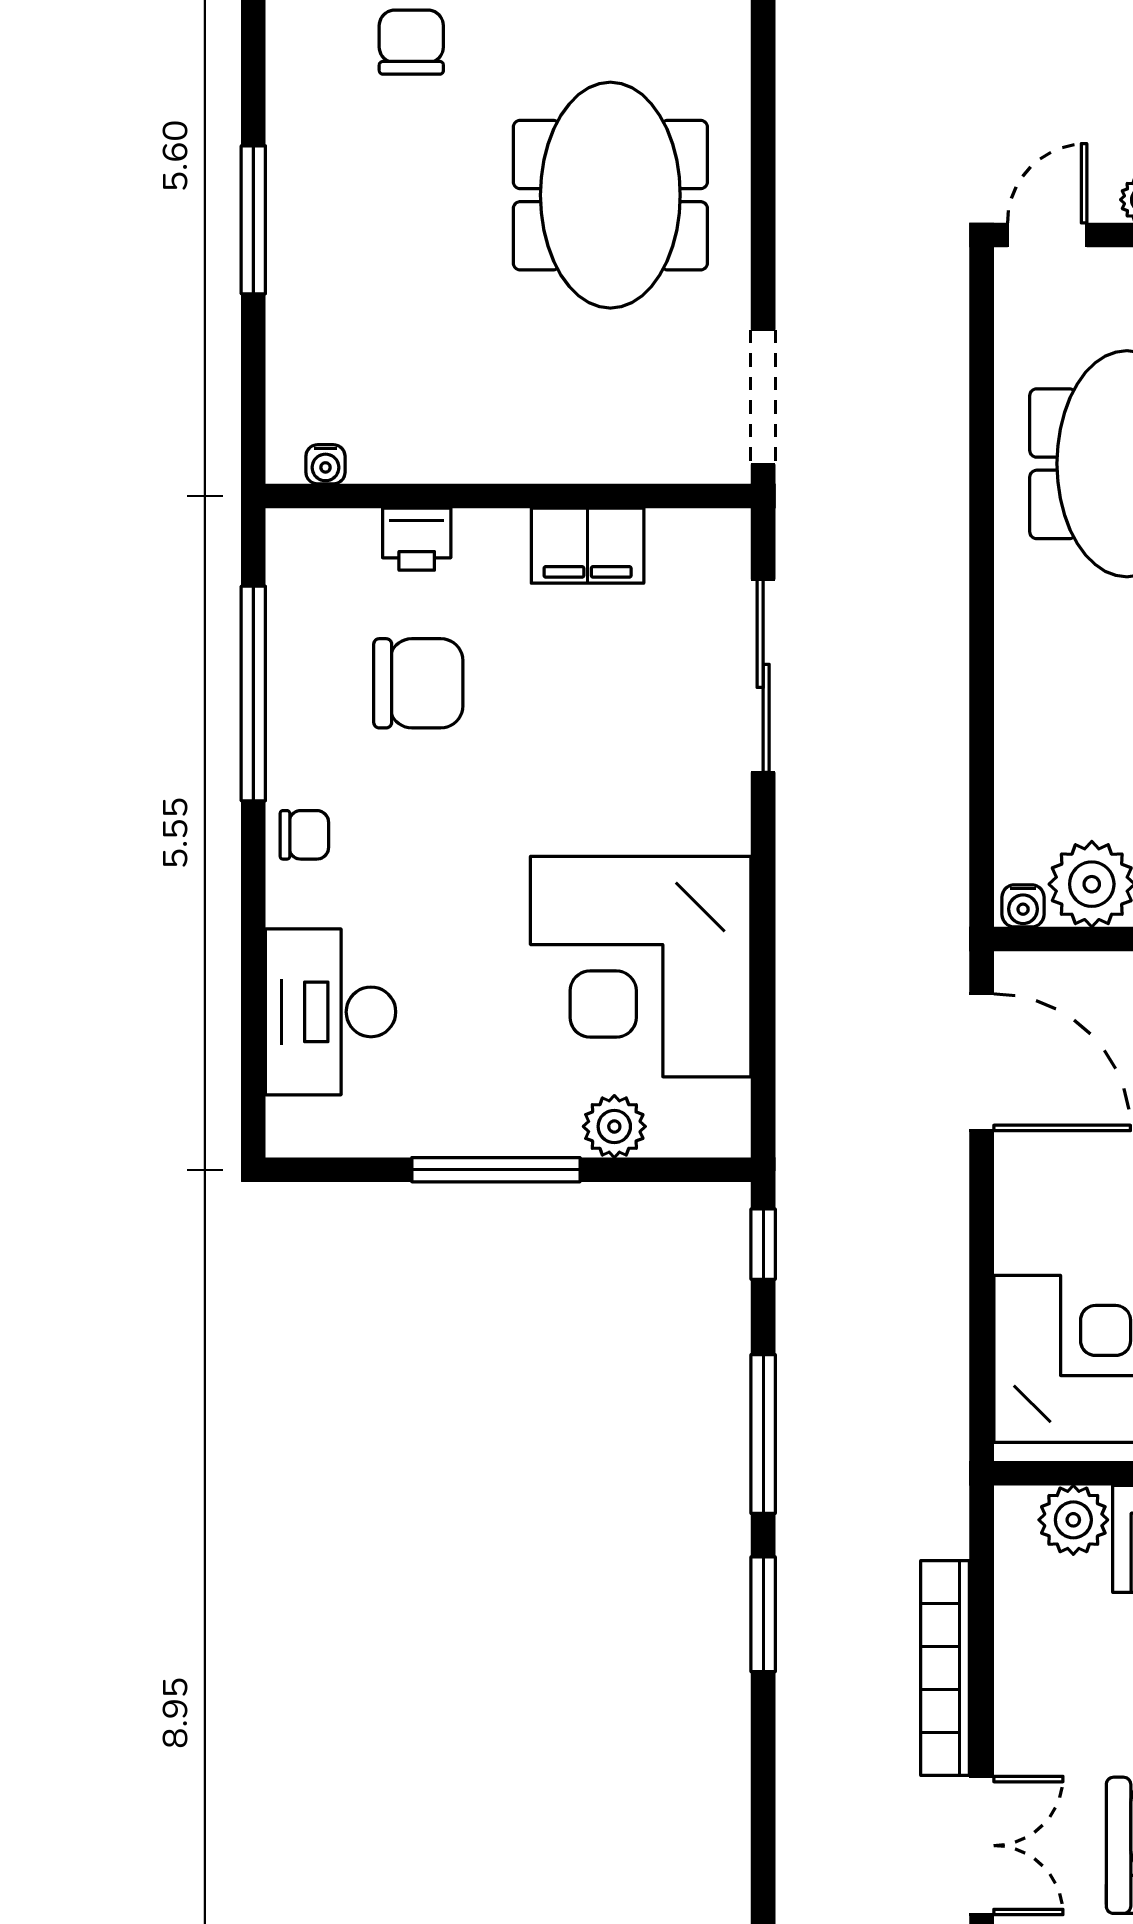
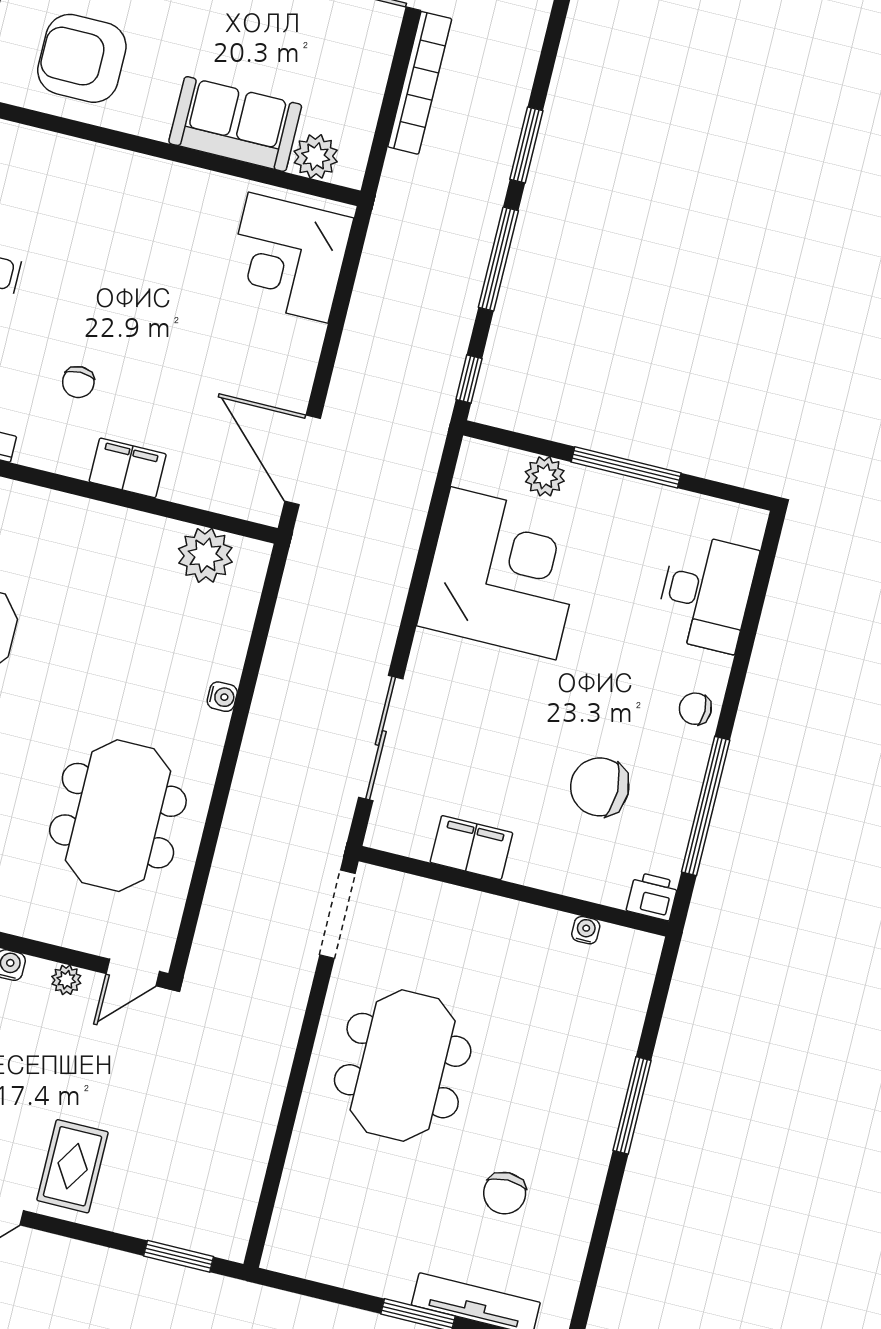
water cooler: (325, 464) -> (586, 930), moved
printer: (417, 539) -> (652, 896), moved
water cooler: (1023, 906) -> (222, 697), moved, turned 90

